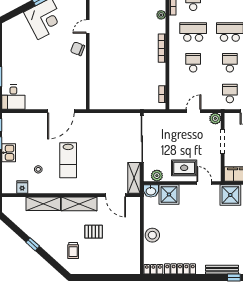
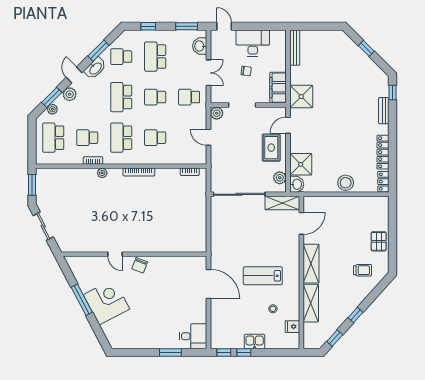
lab bench: (68, 160) -> (263, 276), turned 180
window: (12, 225) -> (335, 338), added
pallet: (94, 232) -> (379, 241), moved
bench: (222, 270) -> (384, 111), width x0.73

